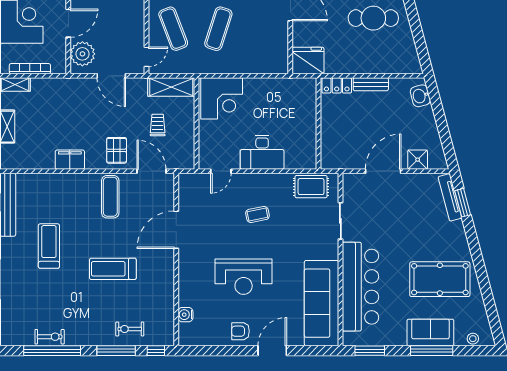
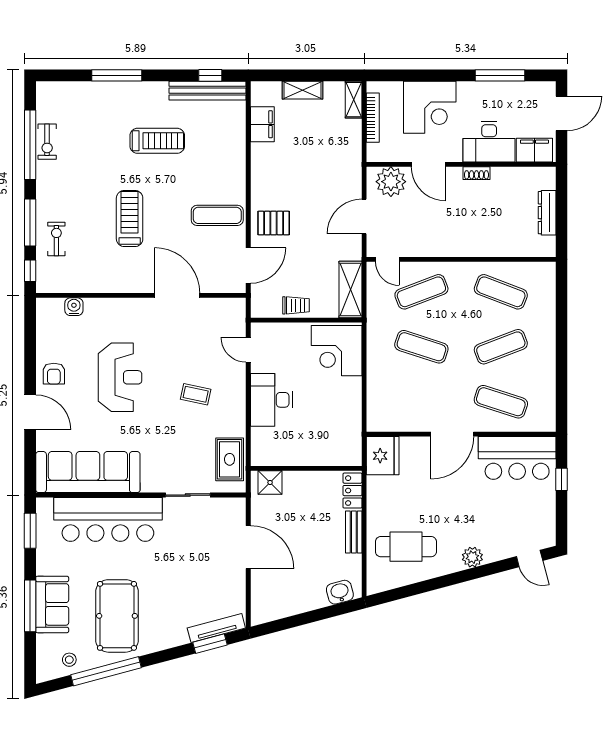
cafe table: (373, 18) -> (406, 547), moved, turned 90
trolley: (158, 125) -> (296, 305), moved
filing cabinet: (70, 160) -> (262, 124), moved
shower: (418, 160) -> (270, 482), moved
coffee table: (257, 214) -> (196, 394), turned -67
reception desk: (244, 277) -> (120, 377), turned 180
window: (485, 288) -> (106, 671), added
armchair: (241, 331) -> (54, 374), turned 180
stool: (473, 339) -> (69, 660), moved

